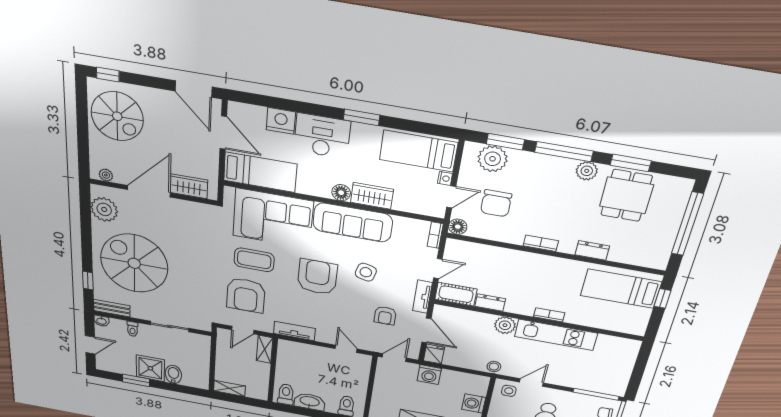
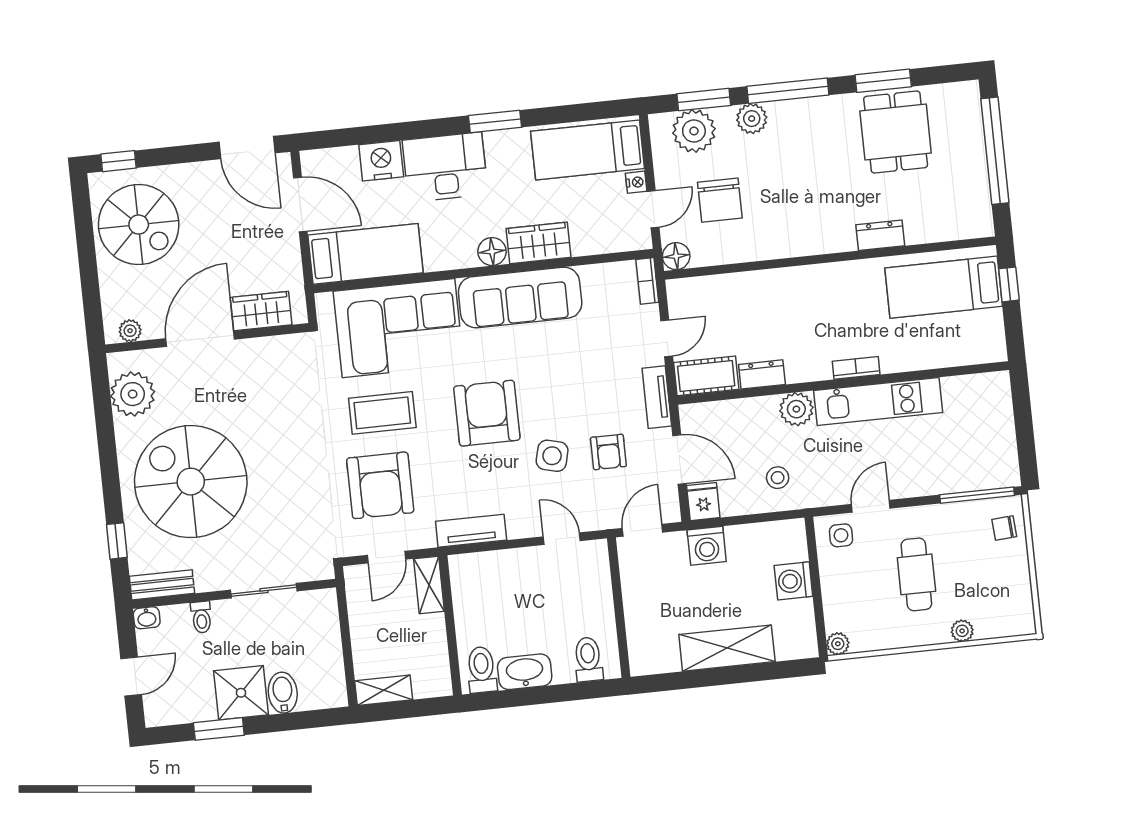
plant: (587, 171) -> (752, 119), moved
bookcase: (541, 243) -> (804, 246), removed
side table: (366, 272) -> (552, 456), moved
stool: (494, 367) -> (778, 478), moved

